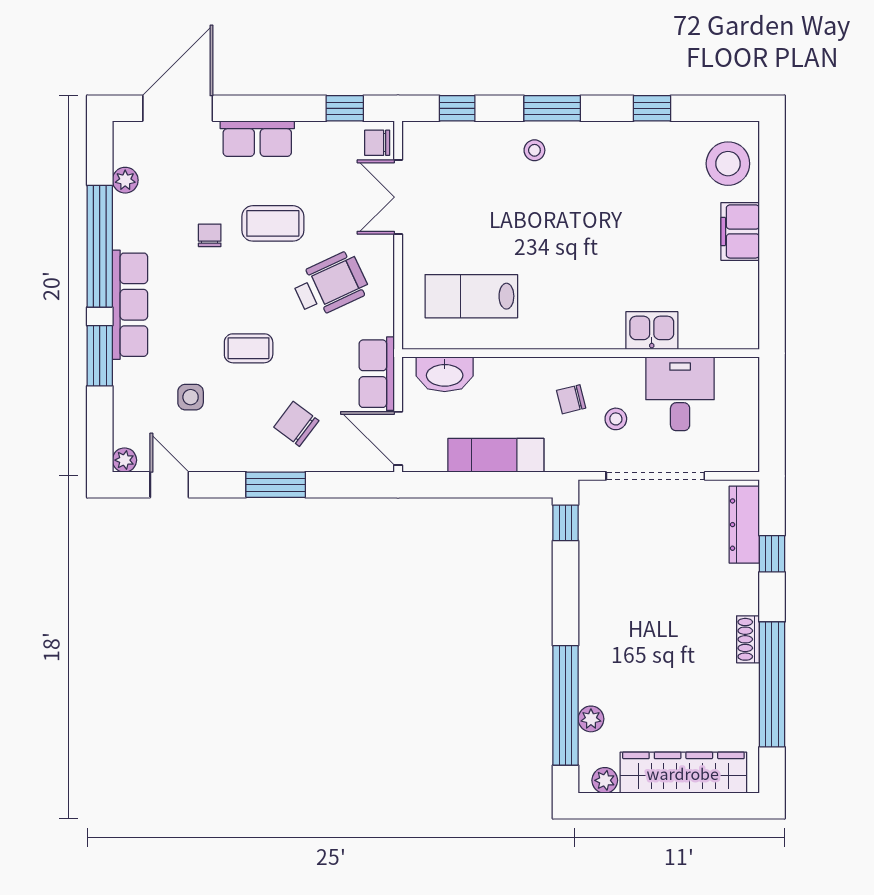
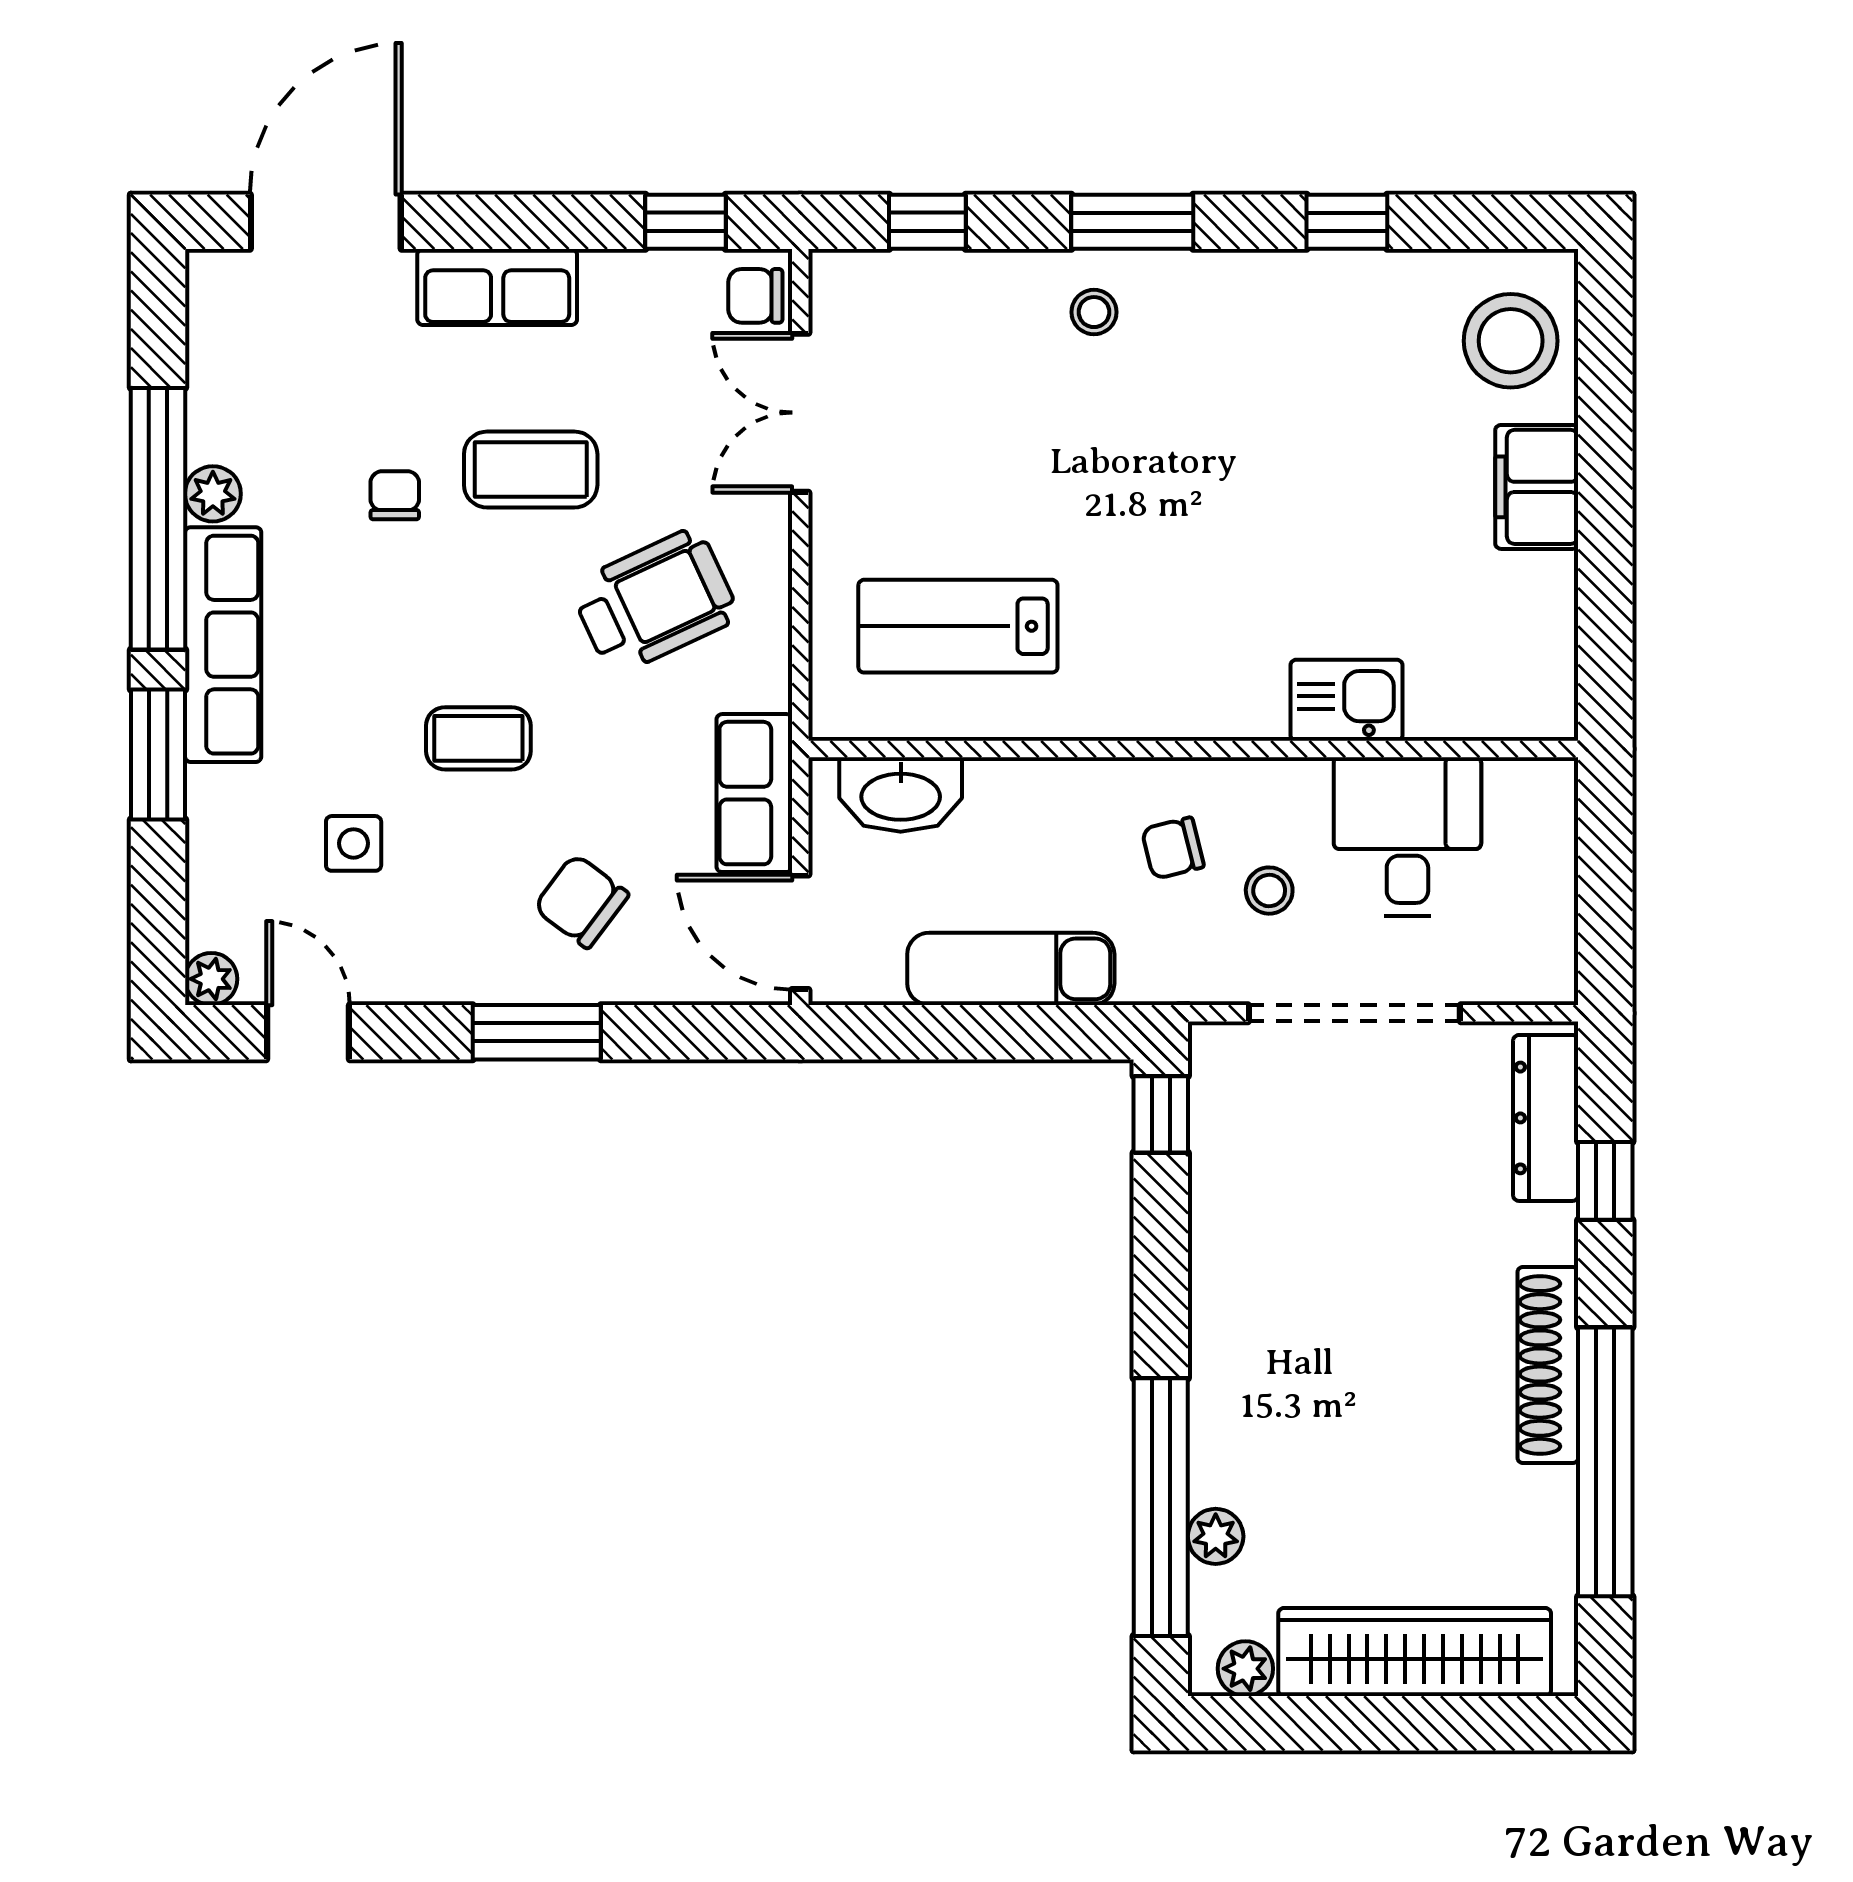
plant: (125, 180) -> (213, 494), moved
shoe rack: (748, 639) -> (1548, 1365), width x1.94, depth x1.24

